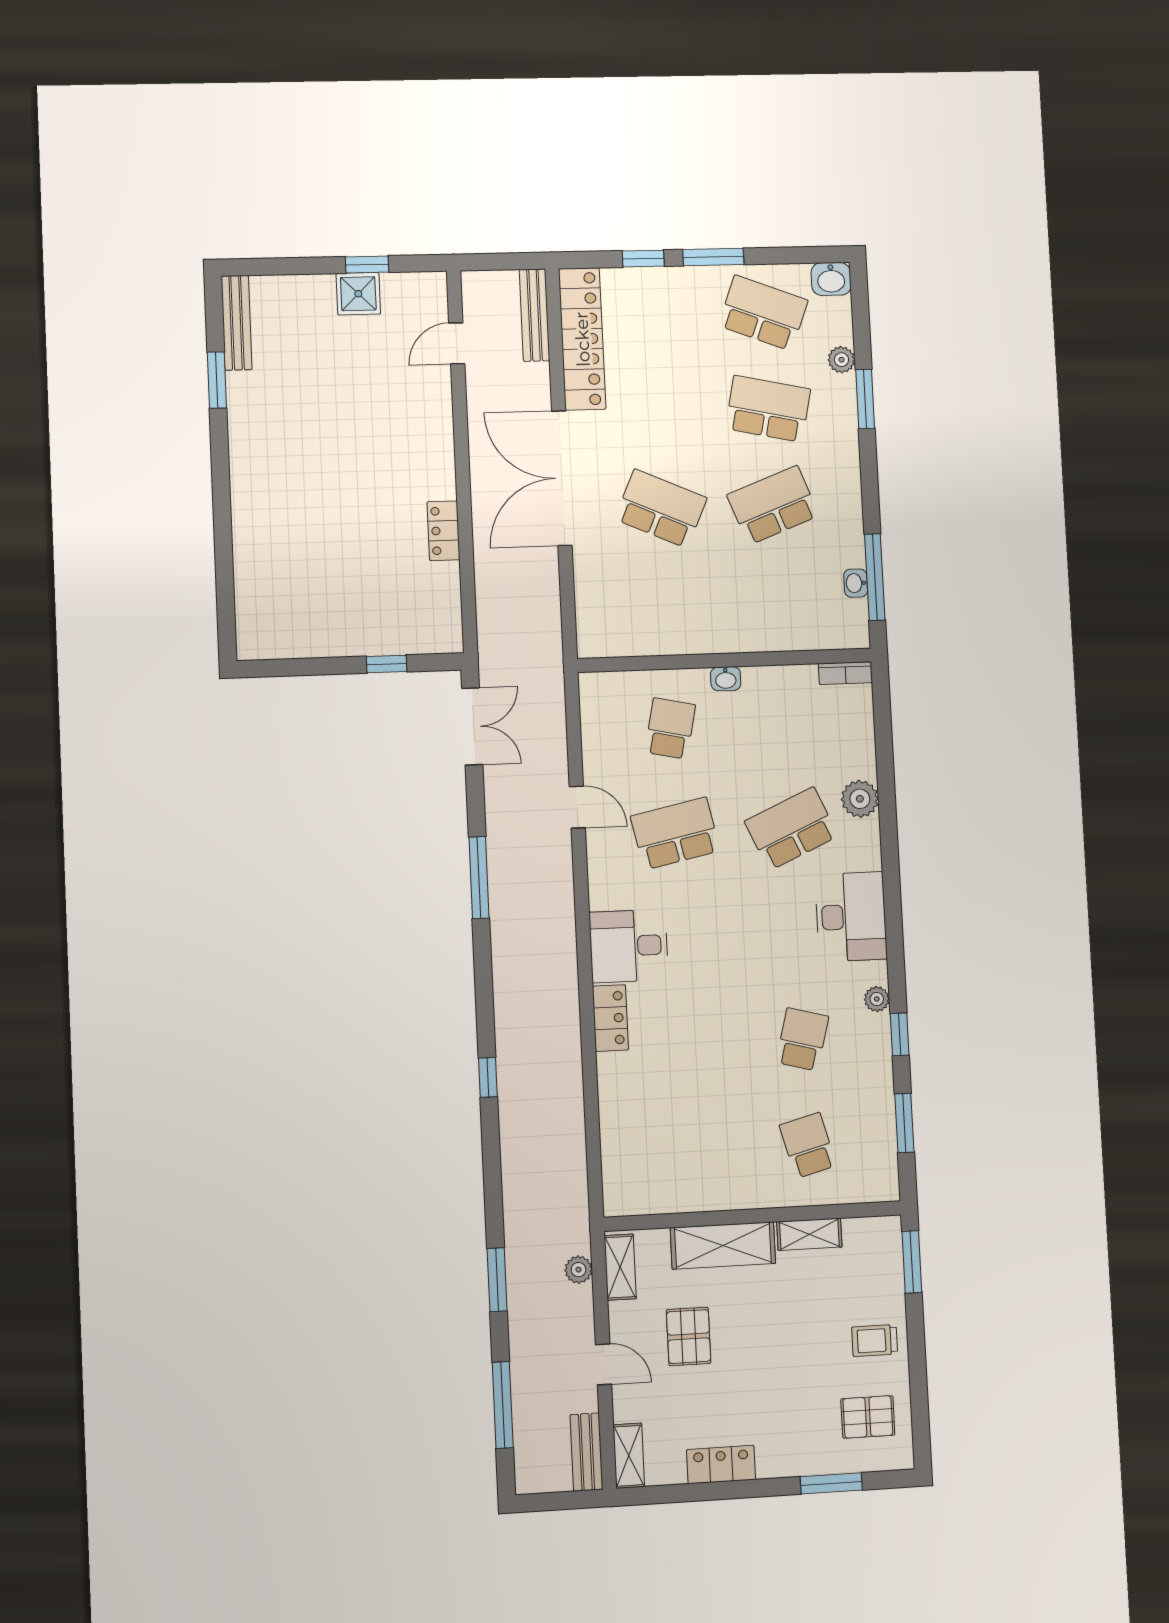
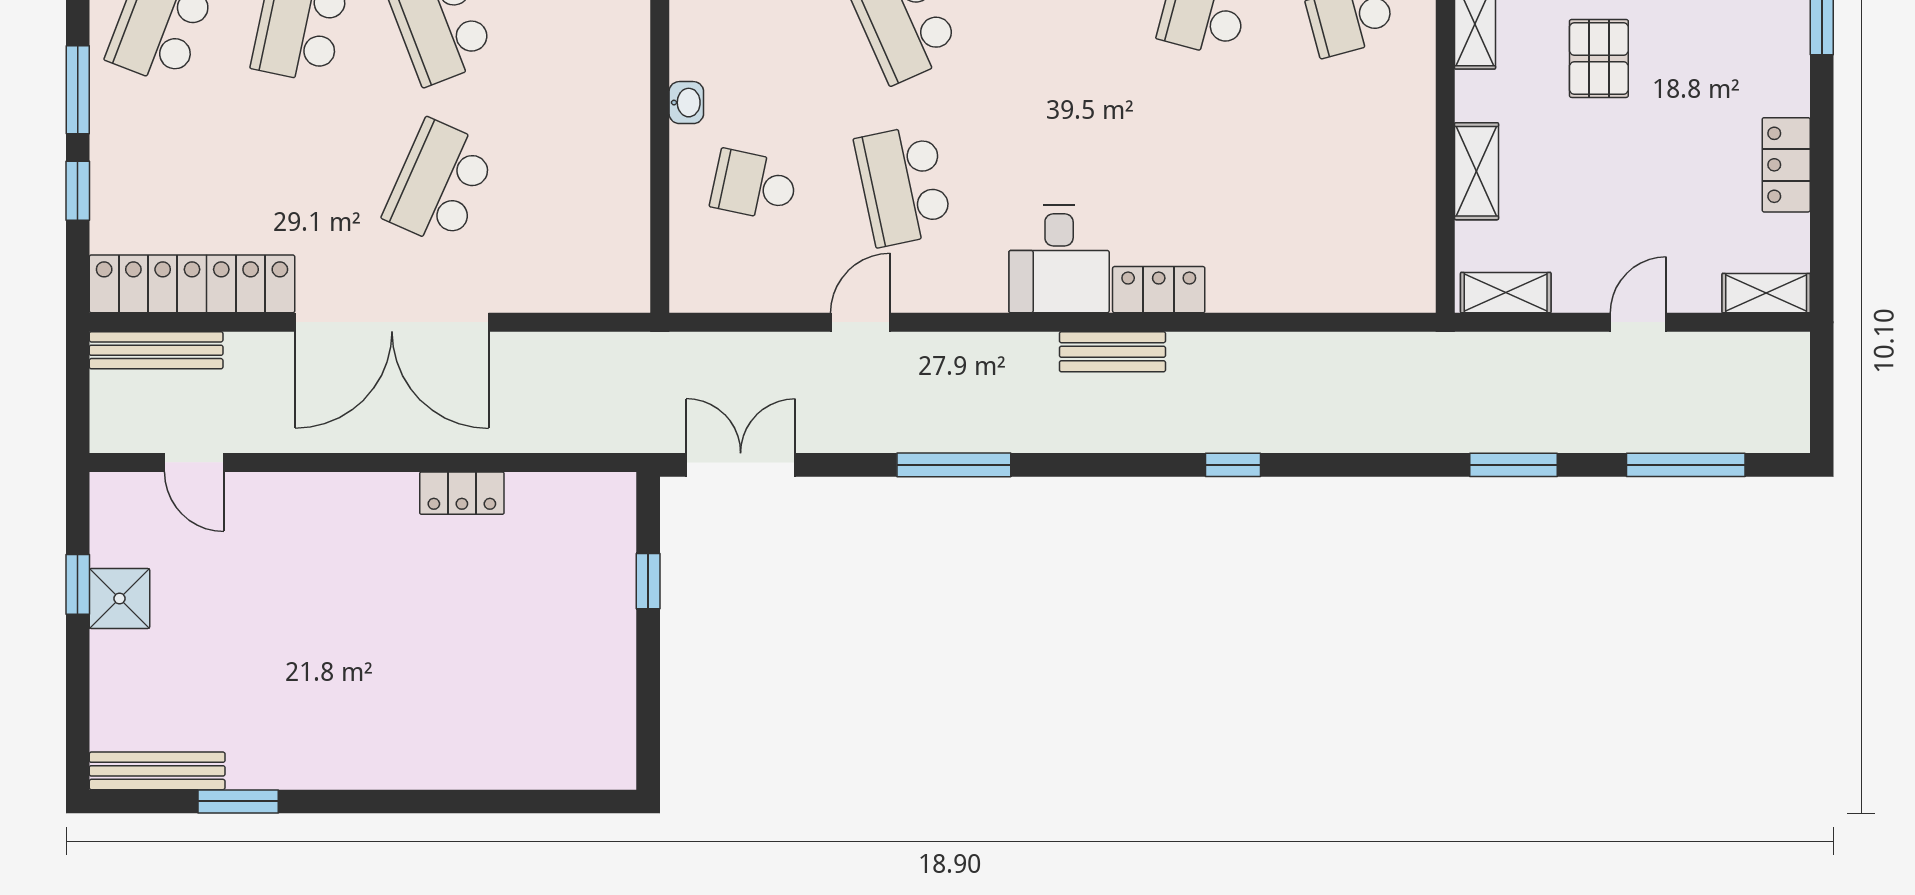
shelving: (723, 1245) -> (1477, 171), width x0.67, depth x0.75
plant: (578, 1270) -> (1506, 351), removed
pallet: (689, 1337) -> (1599, 58), moved, turned 90
bench: (586, 1452) -> (1112, 352), moved

